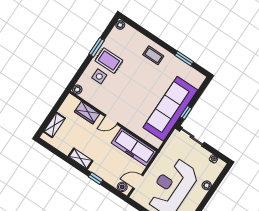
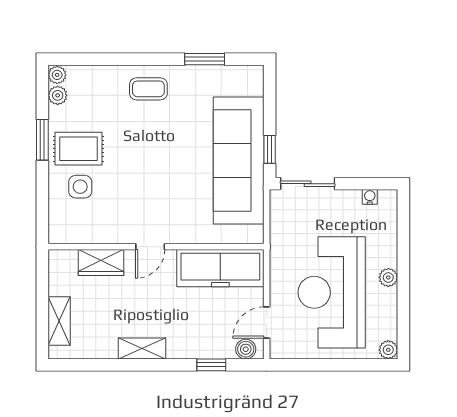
plant: (77, 90) -> (58, 95), moved
window: (96, 178) -> (211, 365), moved
plant: (207, 185) -> (388, 277), moved

